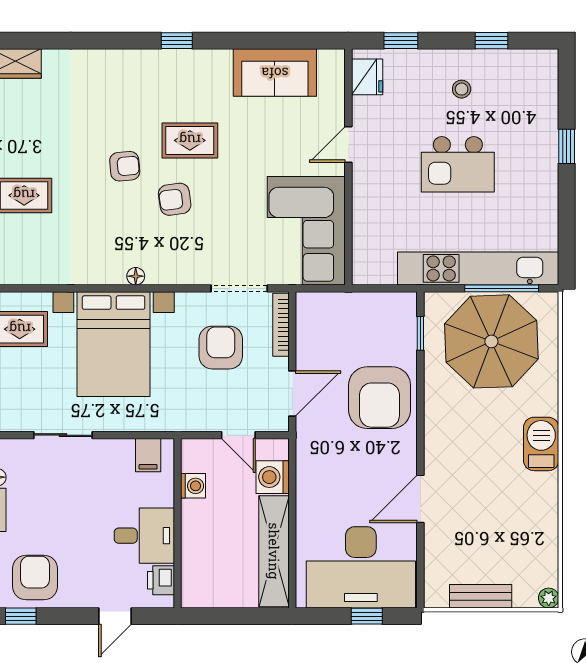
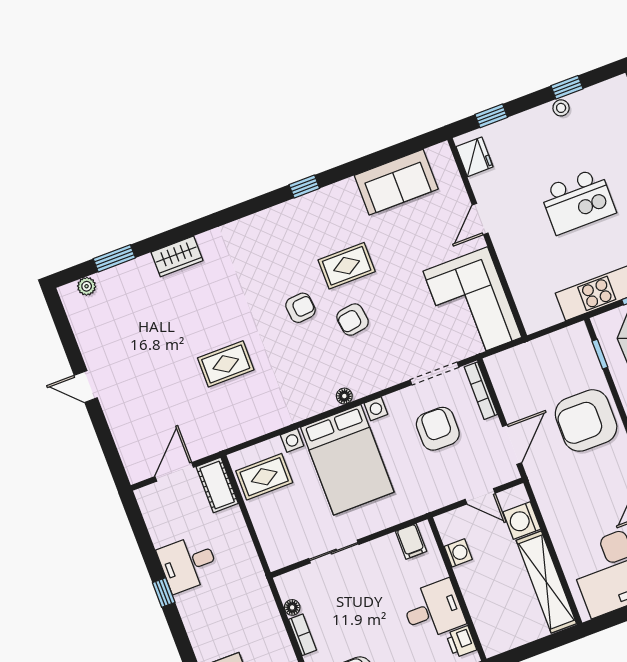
stool: (462, 89) -> (561, 108), moved
armchair: (380, 398) -> (586, 420), turned 90

